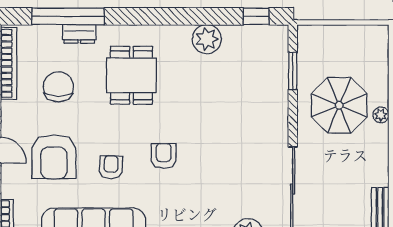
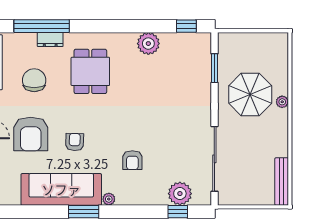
armchair: (164, 156) -> (132, 160), moved, turned 180

